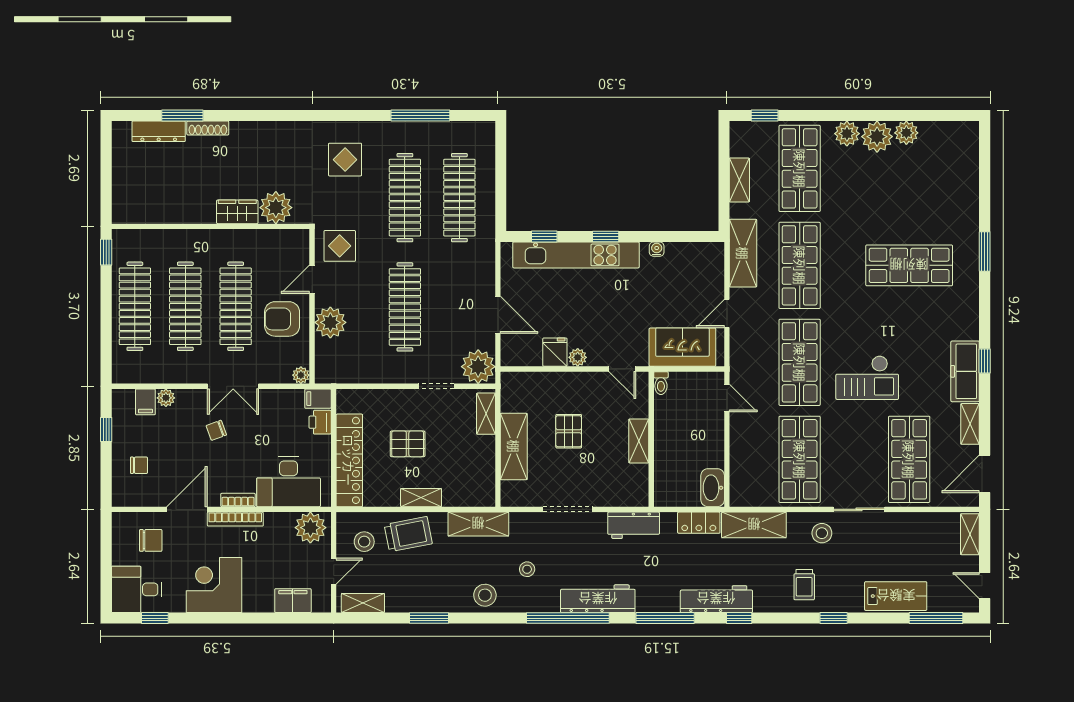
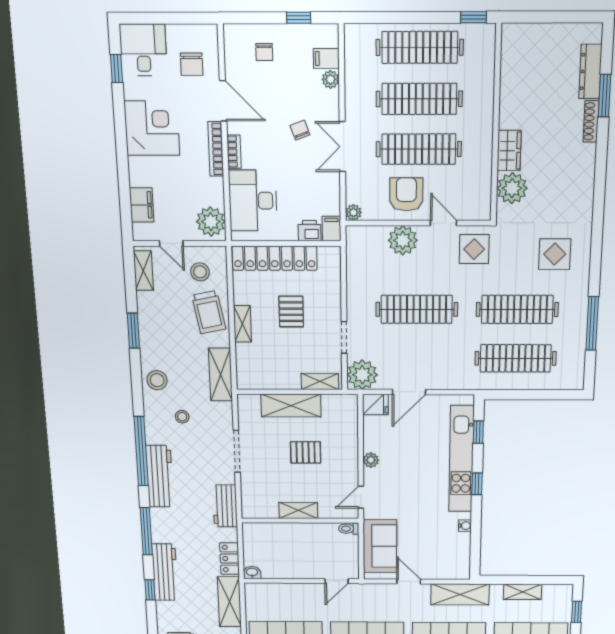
fridge: (555, 352) -> (375, 405), moved
washbasin: (713, 488) -> (252, 572), width x0.52, depth x0.69

